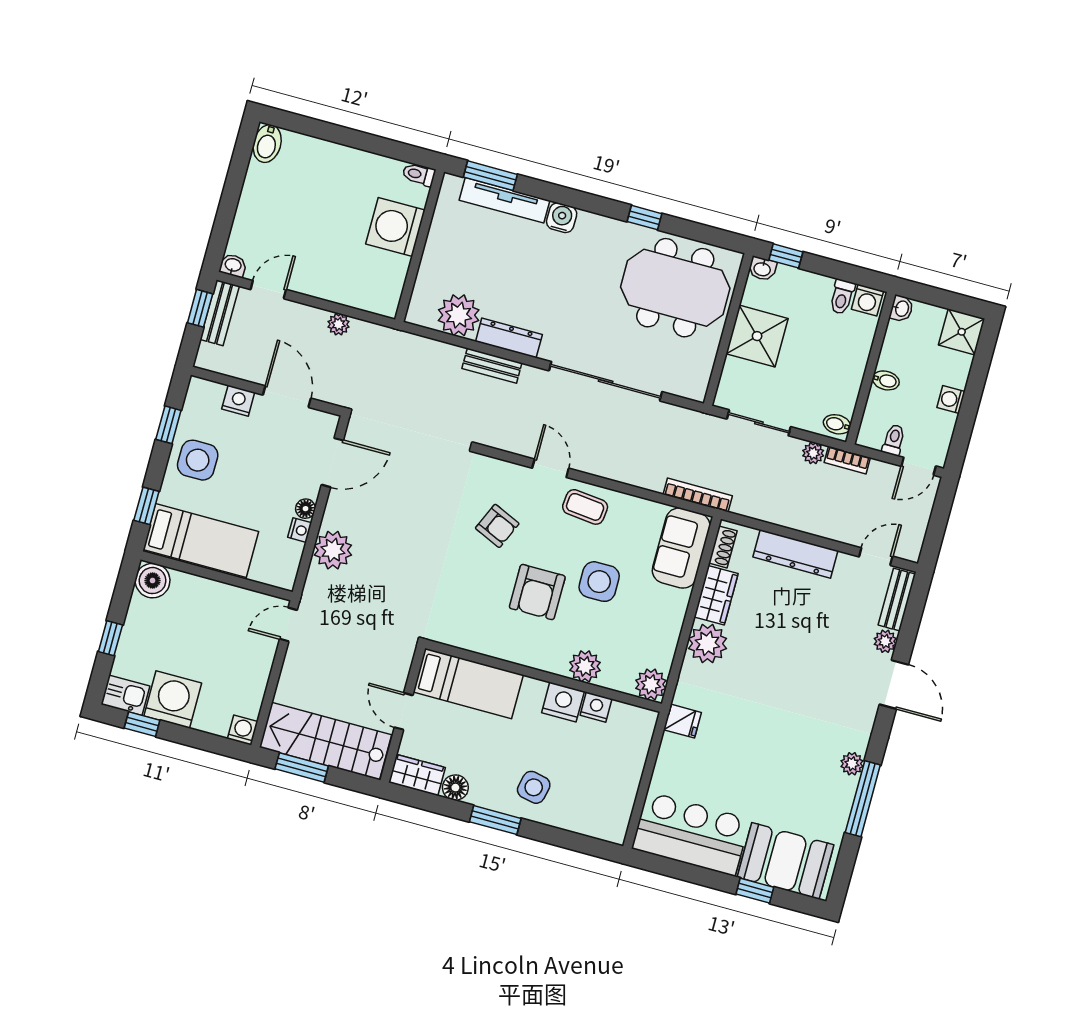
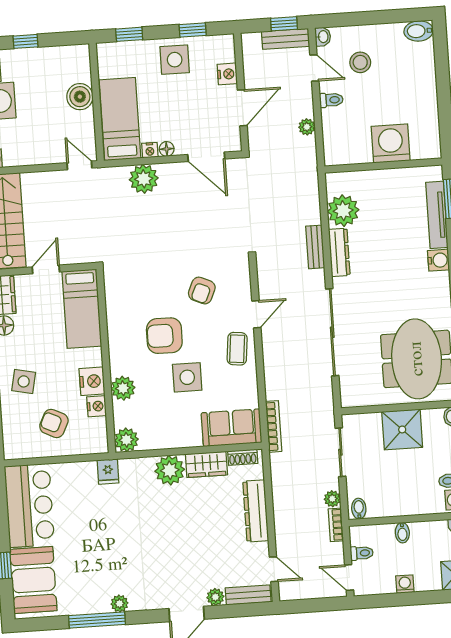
toilet: (419, 174) -> (331, 100), moved, turned 90
stool: (281, 230) -> (360, 62), added
bed: (201, 540) -> (120, 119), moved, turned 180
boiler: (153, 581) -> (80, 97), moved
armchair: (599, 768) -> (54, 423), added

